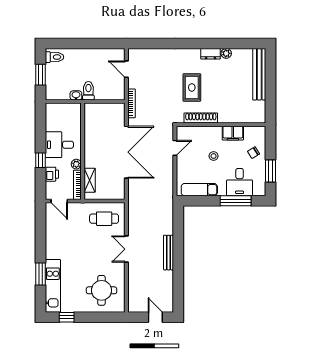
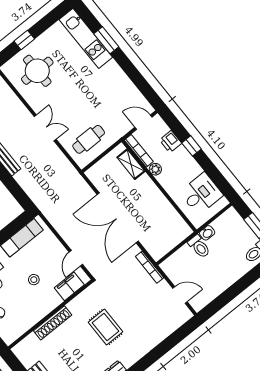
shoe rack: (201, 118) -> (53, 323), moved
filing cabinet: (233, 133) -> (69, 286), moved
desk: (59, 145) -> (201, 194), moved
window: (67, 317) -> (24, 40), moved

